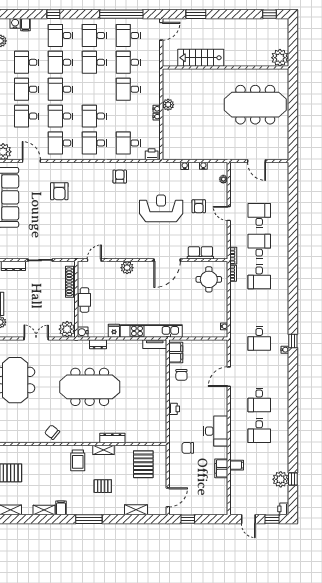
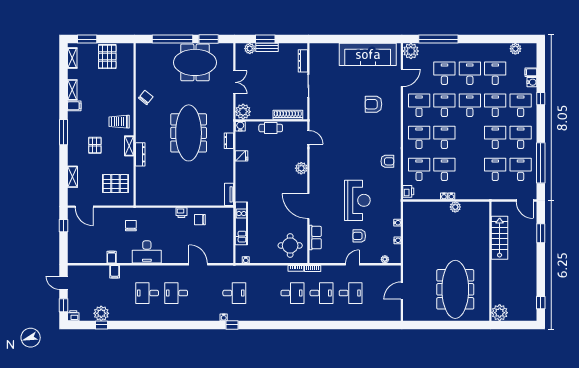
water cooler: (15, 23) -> (532, 82), moved
desk: (128, 89) -> (444, 169), moved
desk: (259, 277) -> (292, 293), turned 180
kitchen unit: (151, 331) -> (241, 223), moved, width x0.73
desk: (259, 338) -> (234, 293), turned 180
filing cabinet: (176, 352) -> (221, 214), removed
printer: (174, 409) -> (181, 213), moved
filing cabinet: (221, 468) -> (112, 257), width x0.50
door: (248, 519) -> (64, 283), hinge flipped

